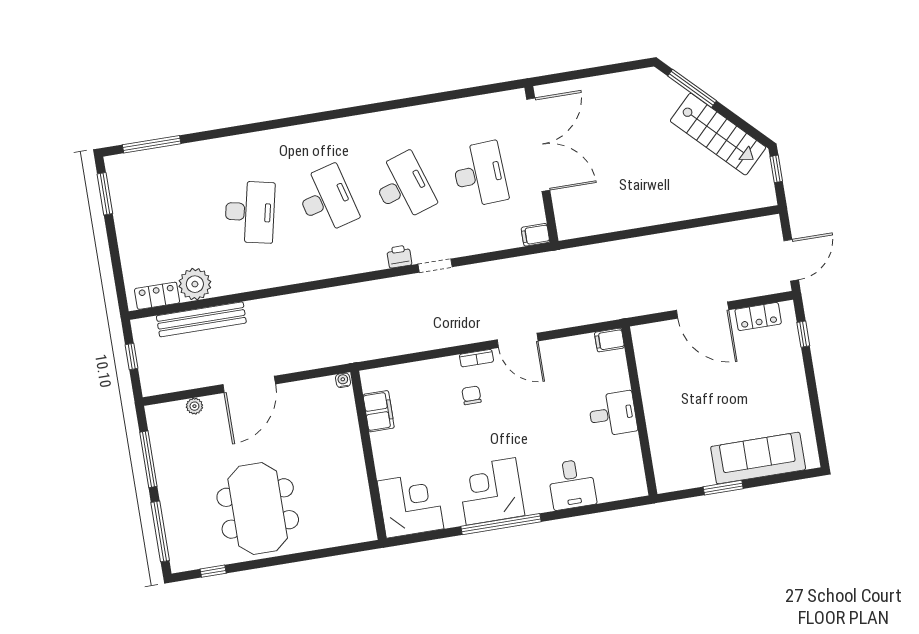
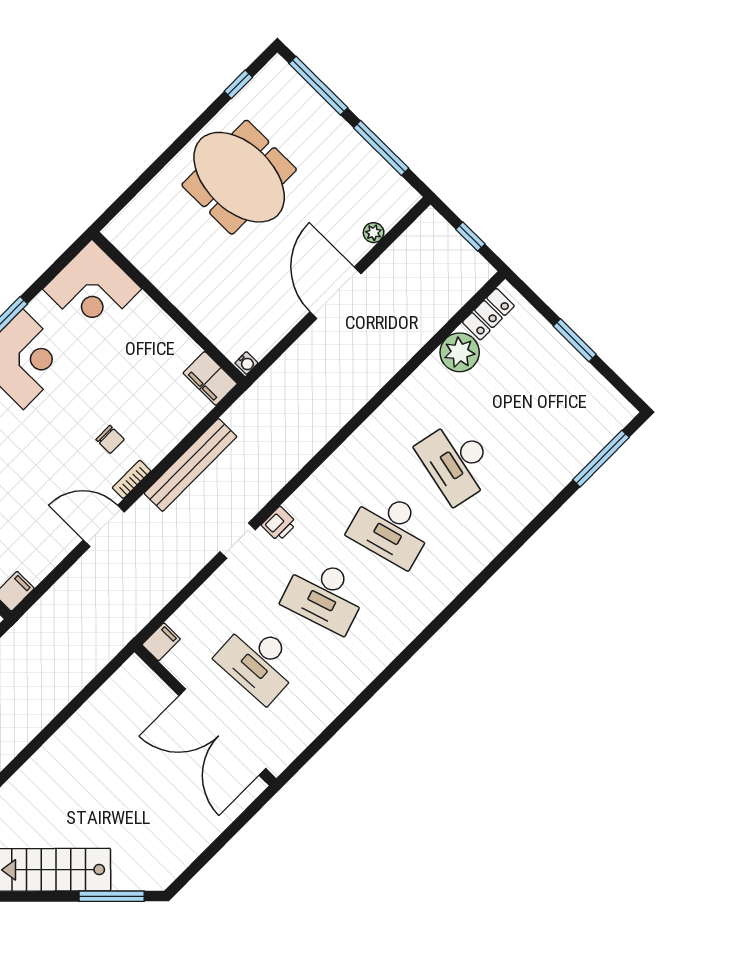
window: (105, 194) -> (575, 340), moved
bench: (201, 319) -> (190, 465), moved
filing cabinet: (379, 411) -> (210, 378), moved

